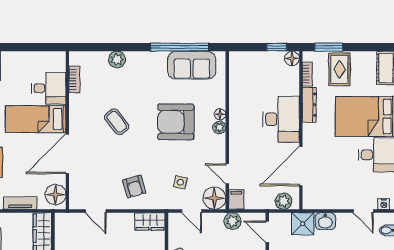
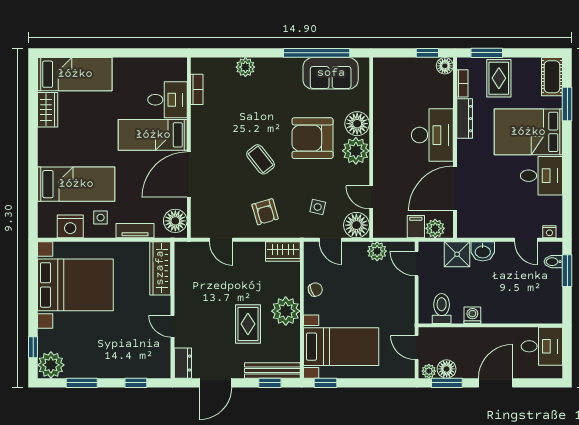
floor lamp: (220, 114) -> (357, 124), width x1.89, depth x1.89
coffee table: (117, 122) -> (261, 159), moved
plant: (219, 127) -> (356, 151), width x1.87, depth x1.87
filing cabinet: (236, 200) -> (416, 227), moved

